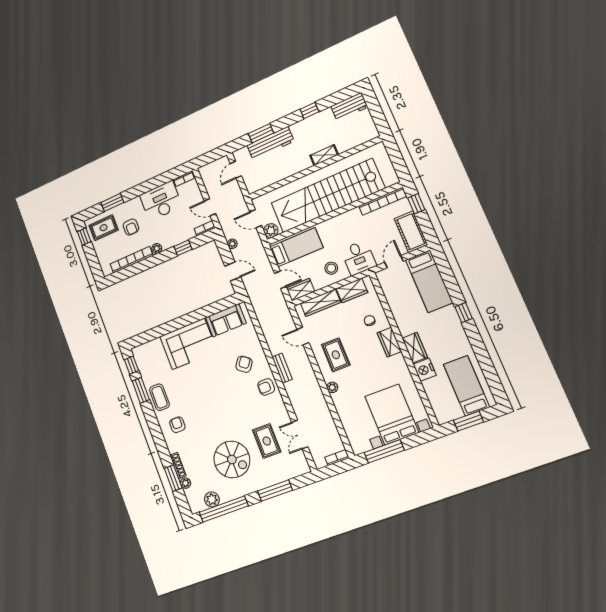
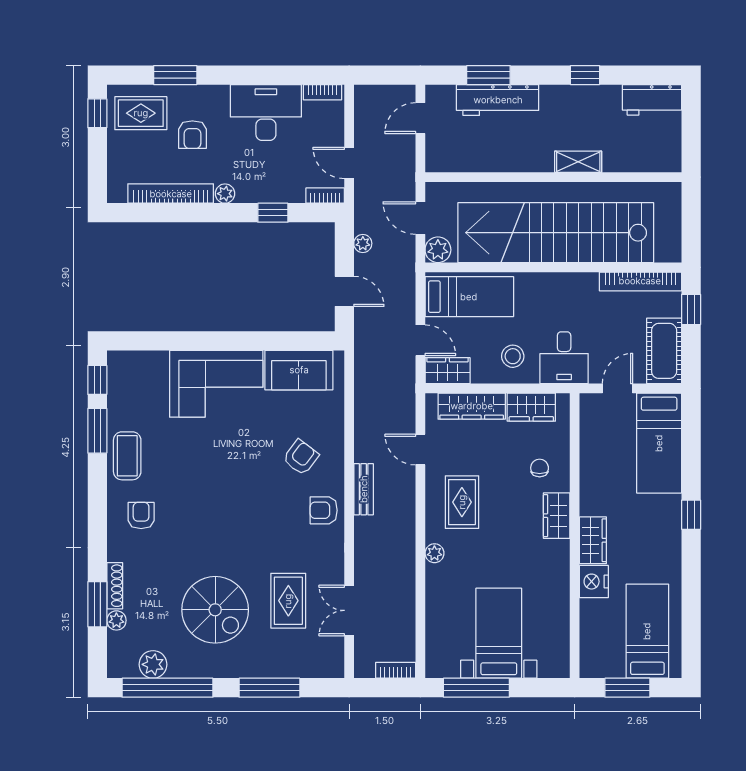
bed with nightstands: (392, 414) -> (499, 633), width x0.73

